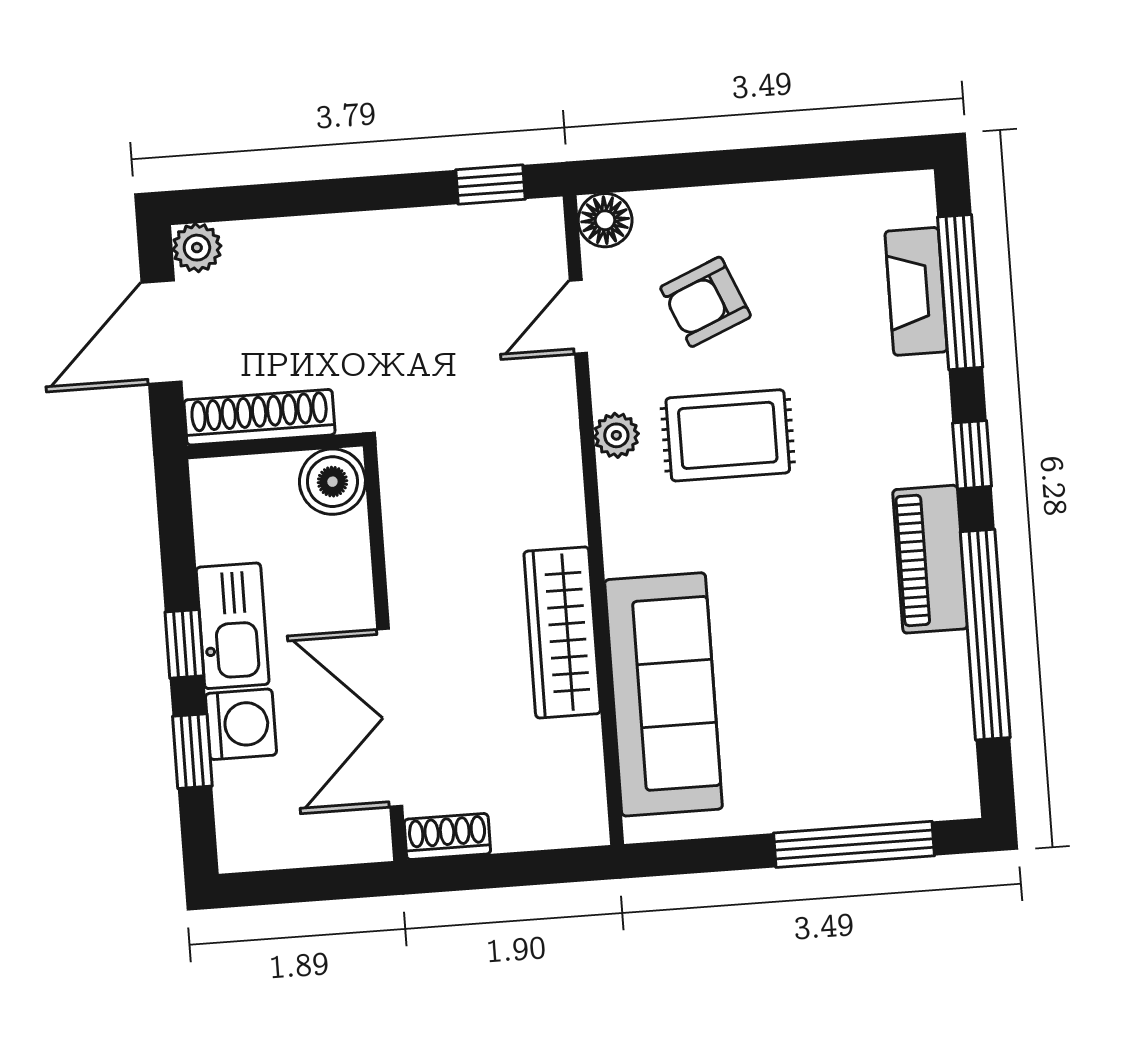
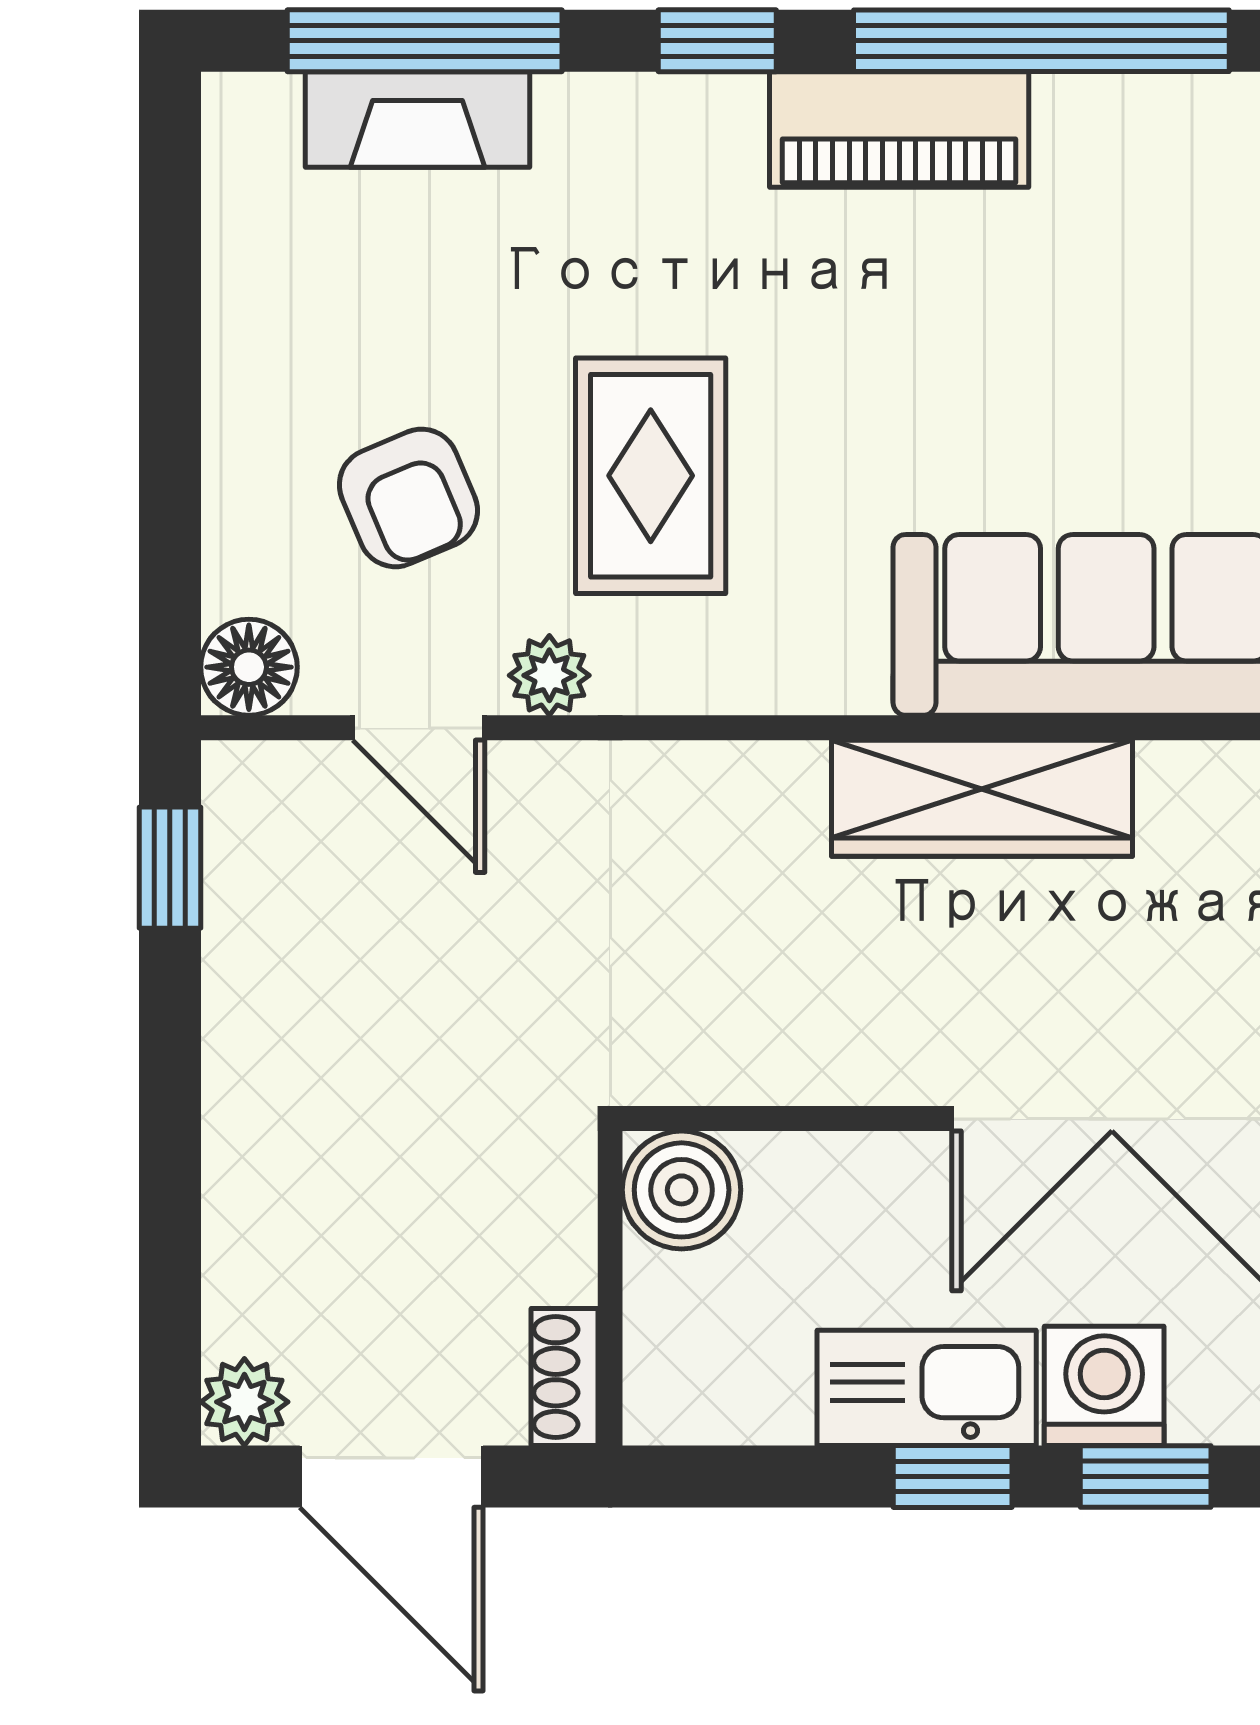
shoe rack: (259, 417) -> (564, 1377), width x0.51, depth x0.81
plant: (616, 435) -> (549, 675), moved

